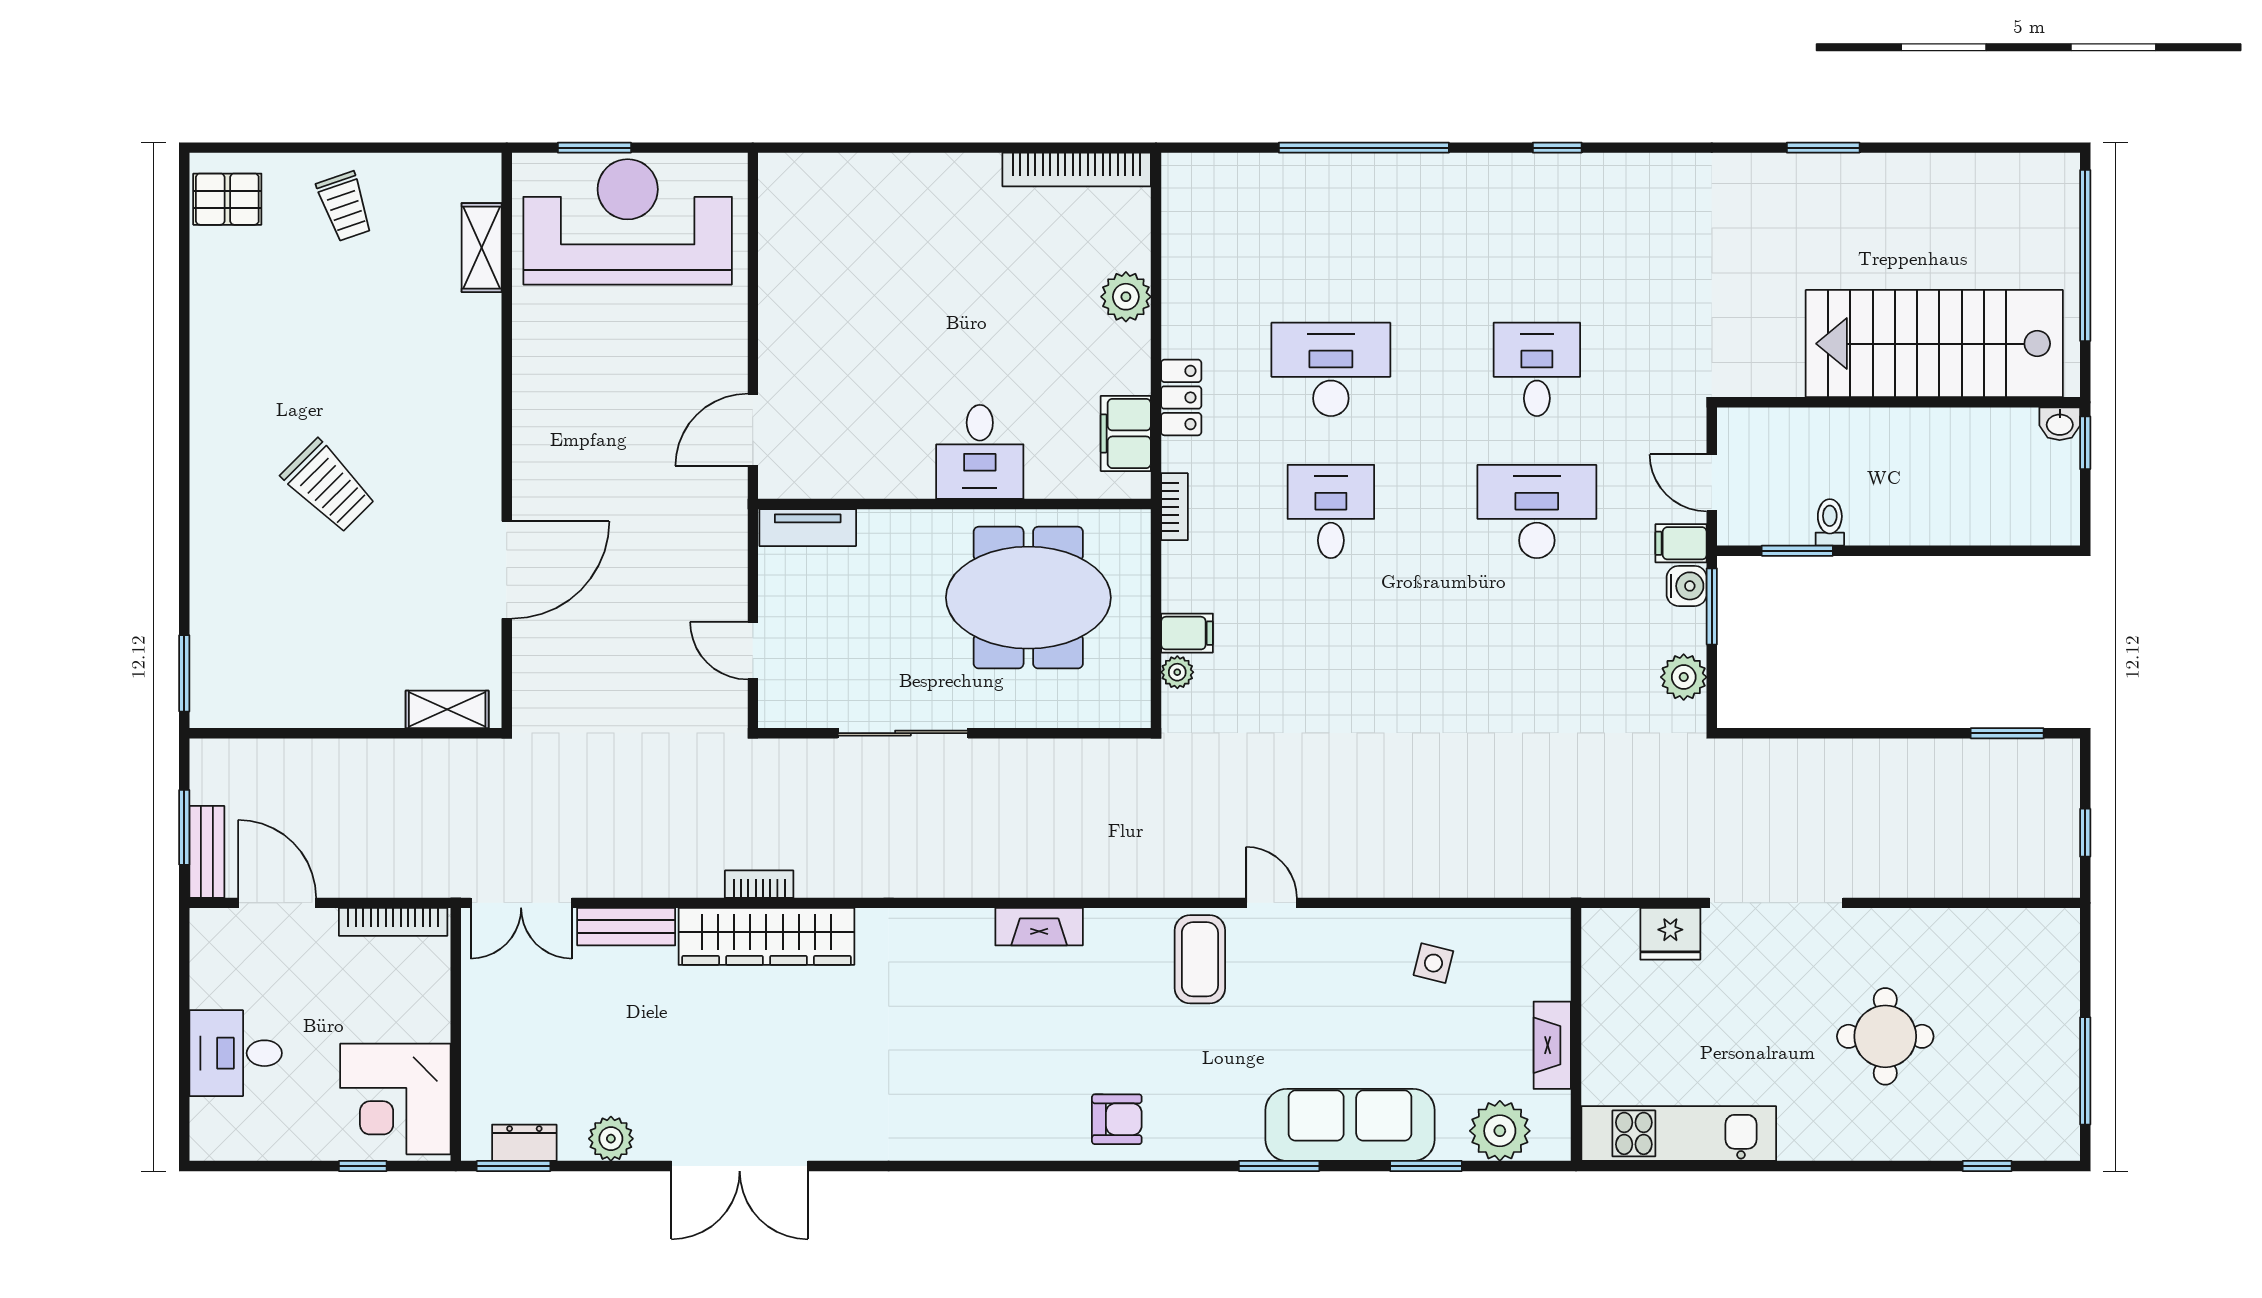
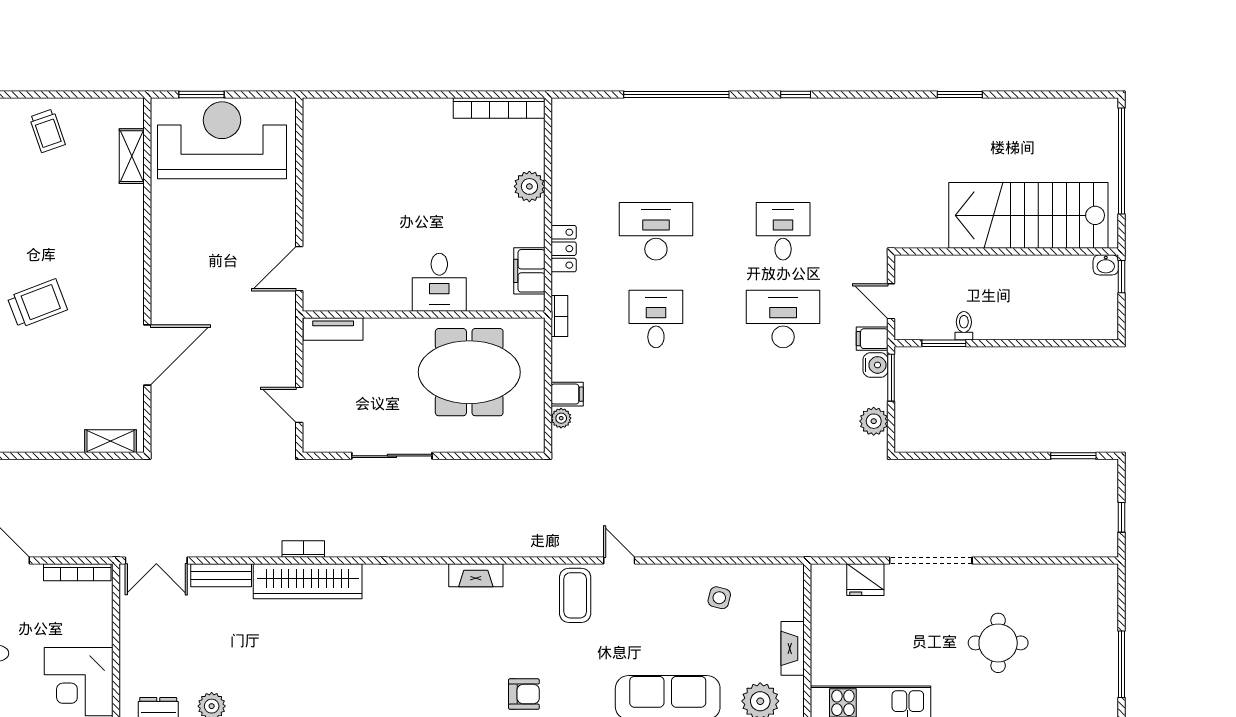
trolley: (329, 486) -> (37, 303), turned -66

